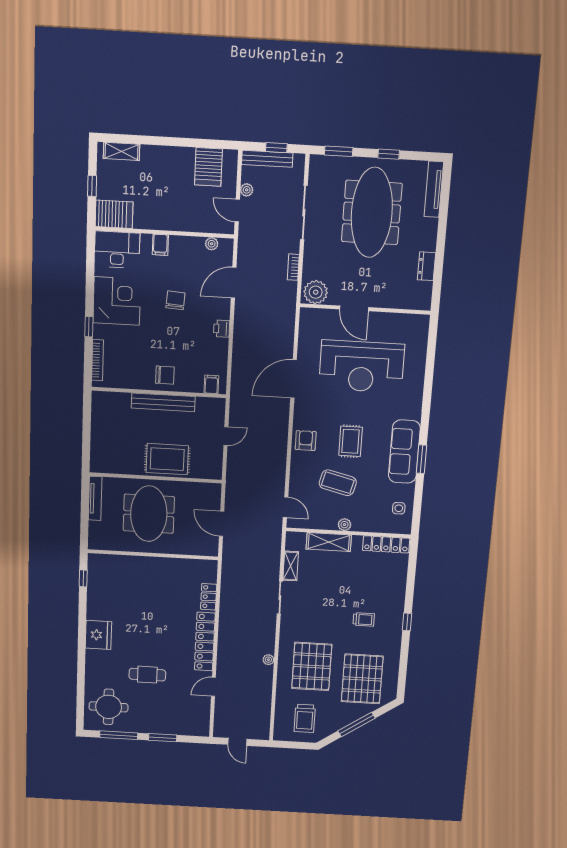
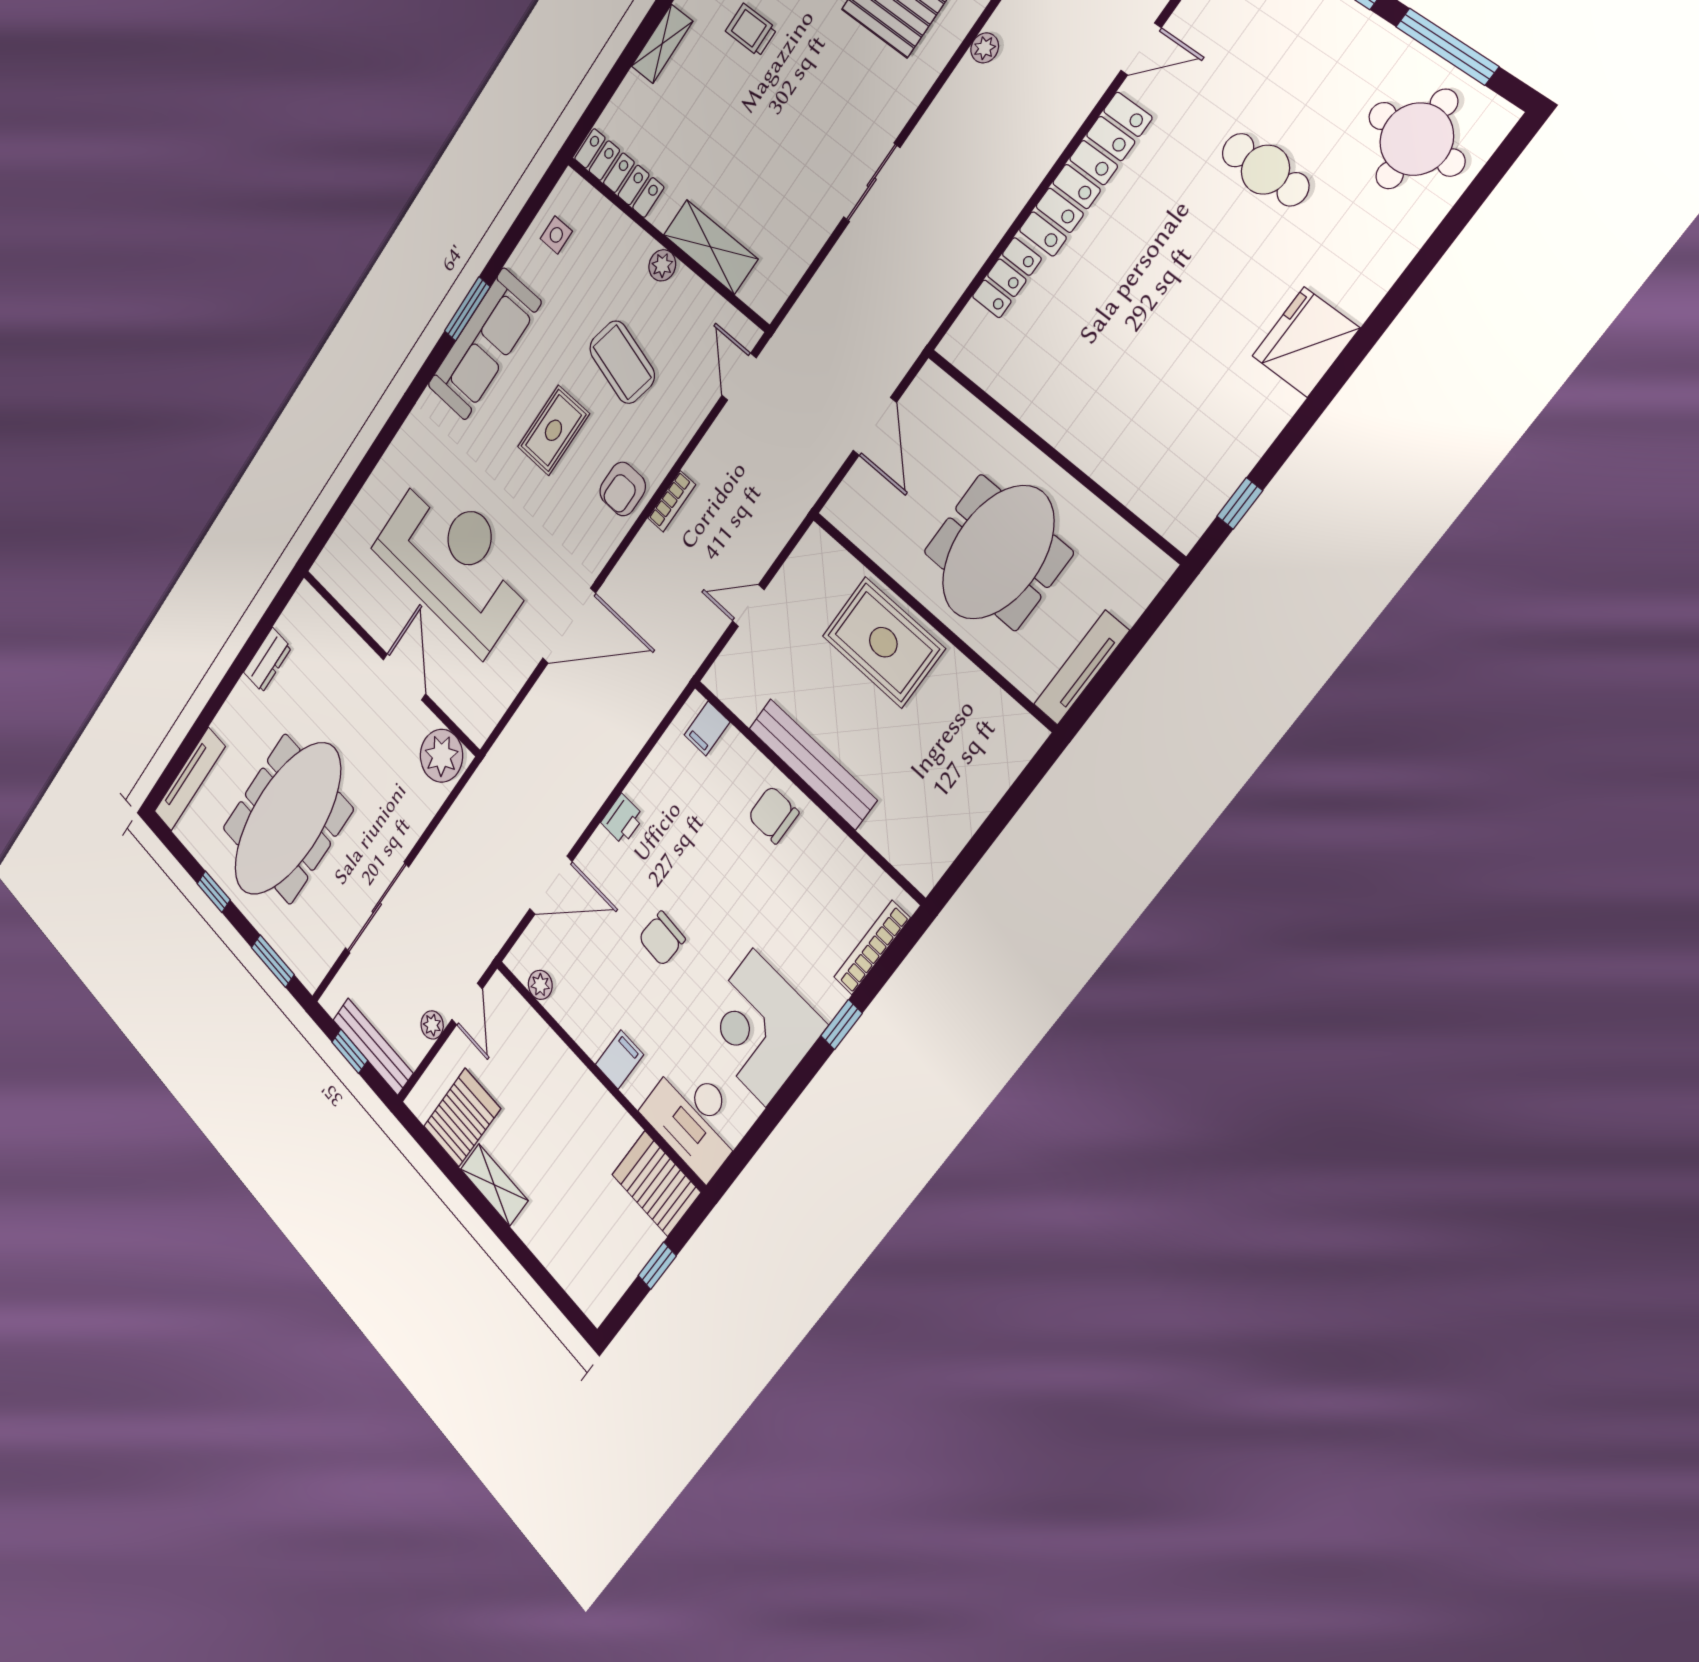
shelving: (122, 151) -> (494, 1185), moved
bookcase: (293, 267) -> (672, 501), moved
shelving: (291, 566) -> (662, 44), moved

